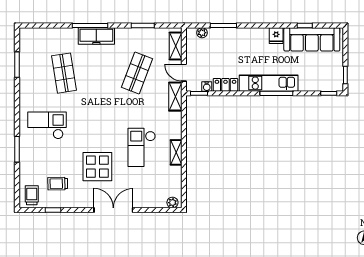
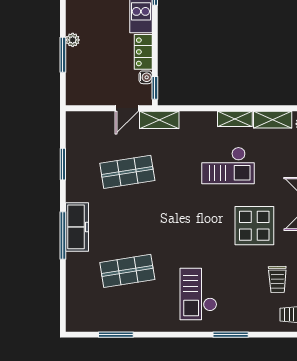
plant: (202, 33) -> (73, 40), moved
shelving: (176, 46) -> (273, 120), moved
shop shelf: (137, 73) -> (127, 172), turned -30

